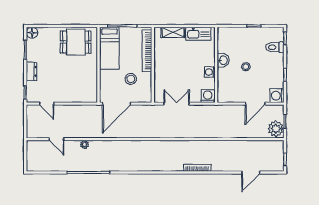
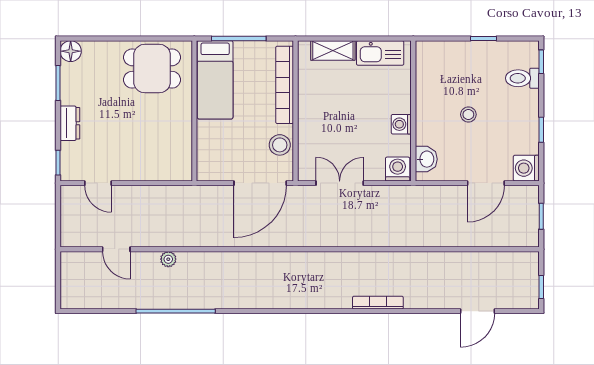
washbasin: (223, 60) -> (426, 159), moved
stool: (131, 79) -> (280, 145), moved
door: (116, 104) -> (260, 183), moved
plant: (276, 129) -> (525, 230), removed

